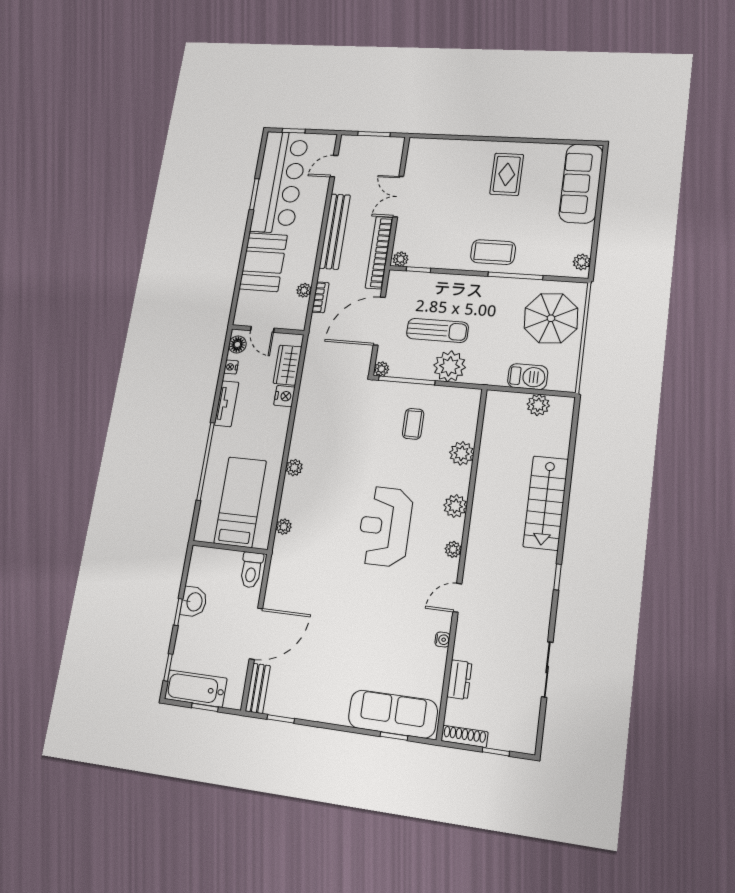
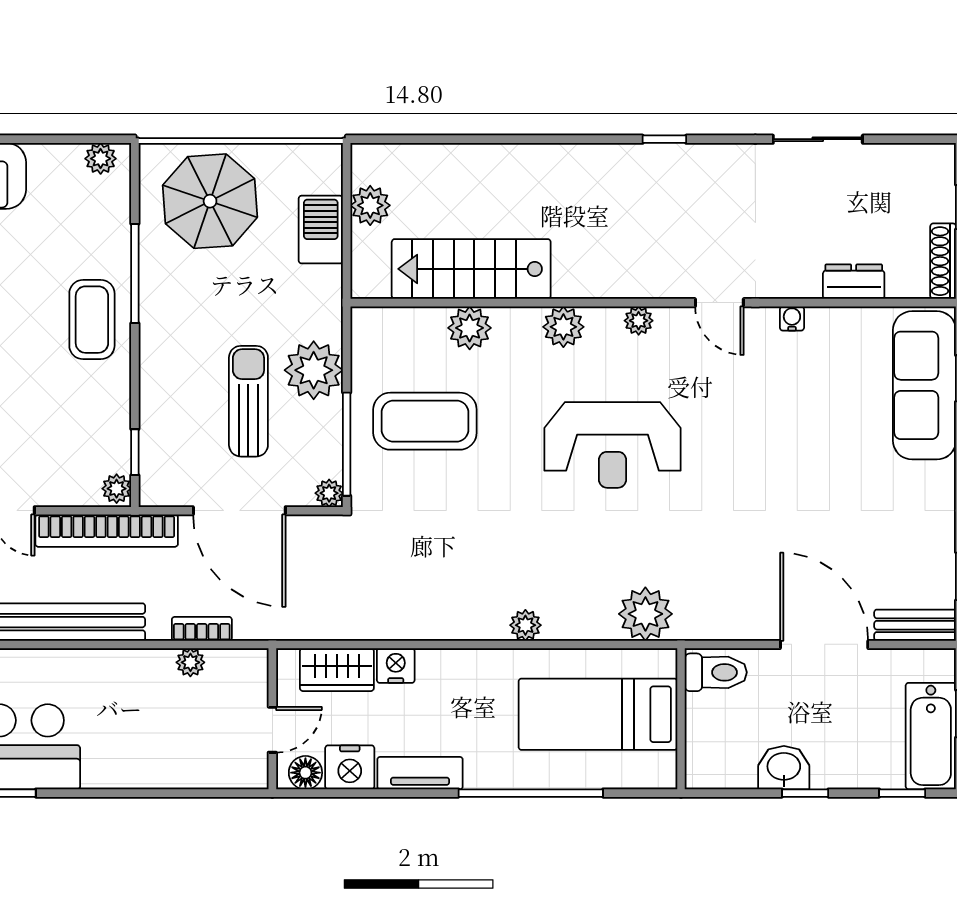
booth: (263, 262) -> (140, 751), removed
nightstand: (231, 367) -> (350, 767), width x1.89, depth x1.79
coffee table: (413, 424) -> (425, 421), width x1.86, depth x1.72
stairs: (546, 503) -> (471, 269), moved, turned 180
plant: (284, 527) -> (645, 614), width x1.87, depth x1.87

